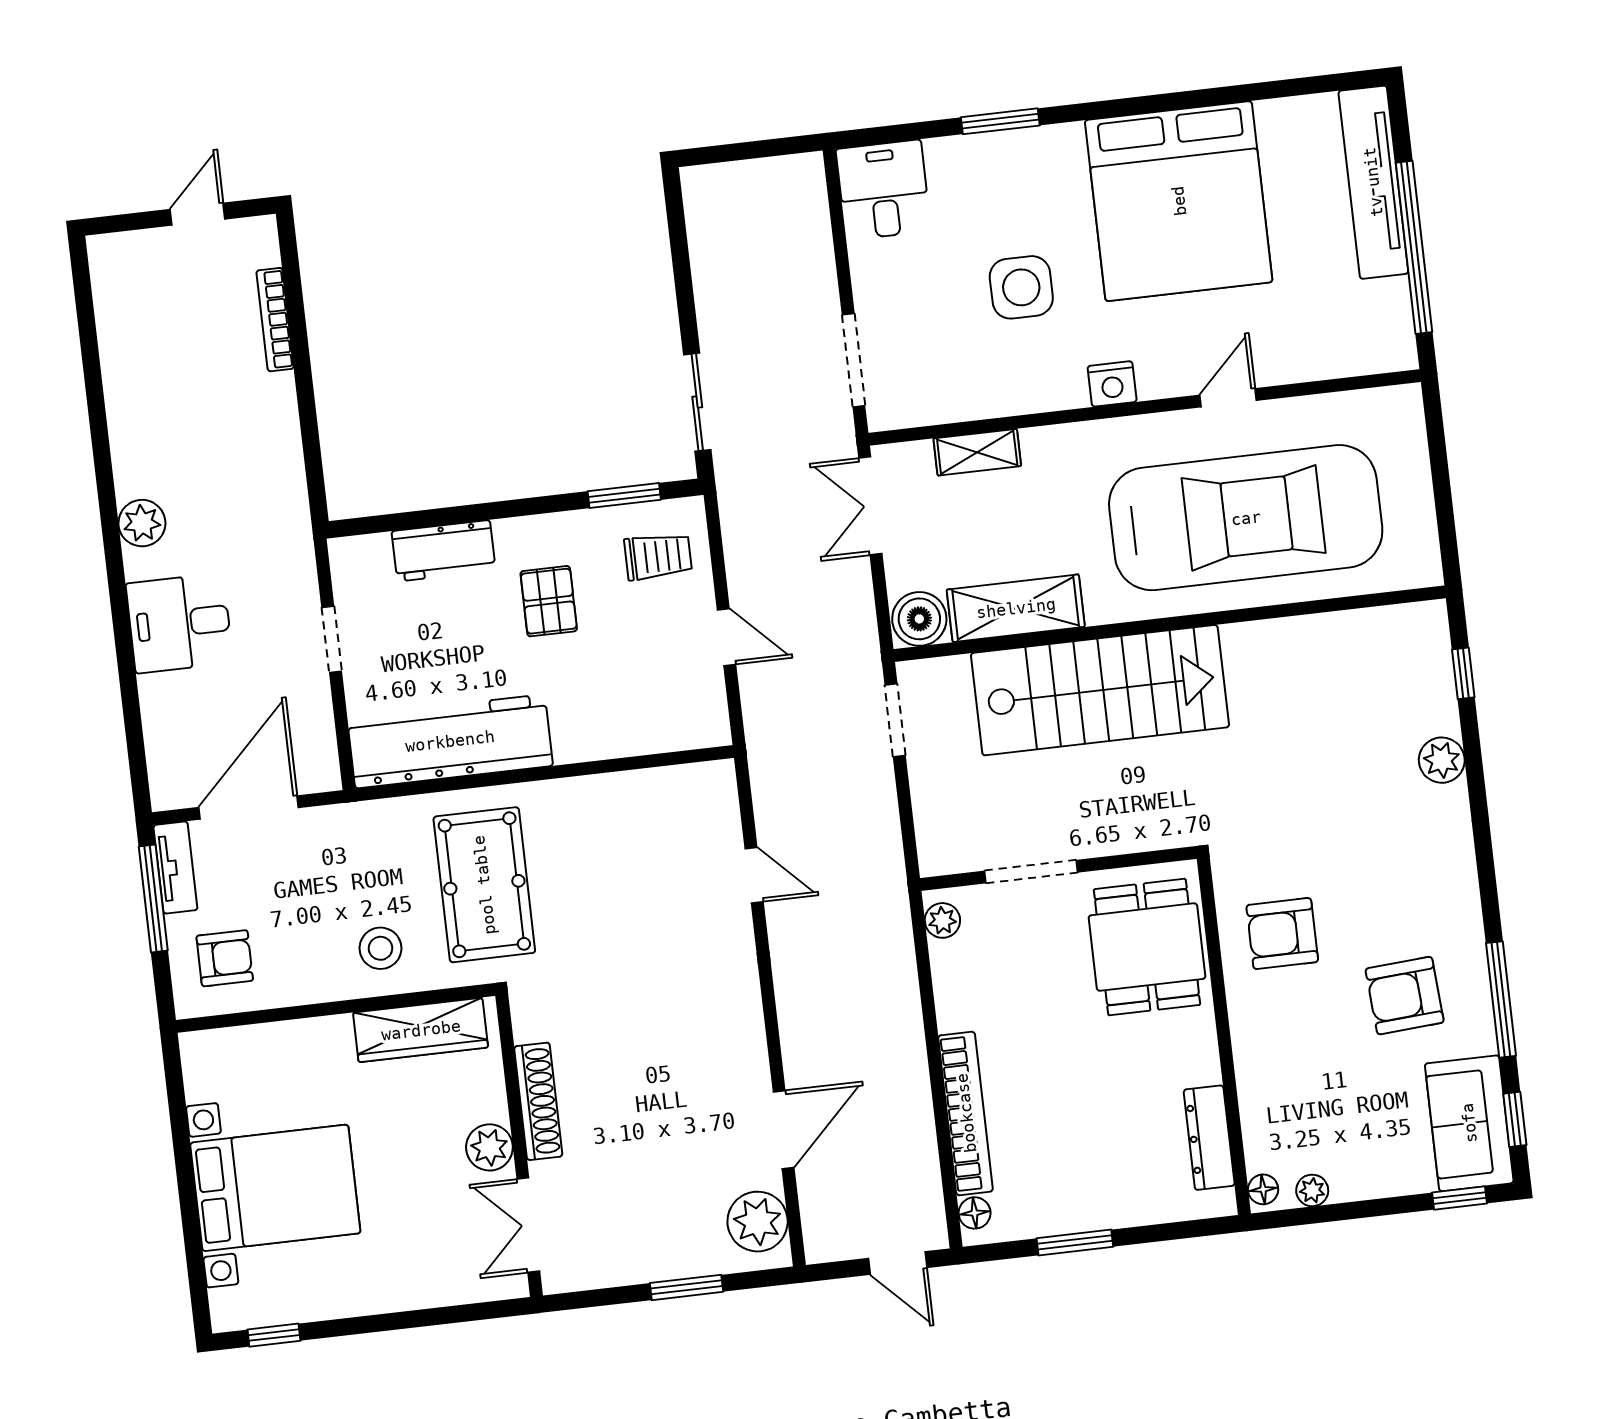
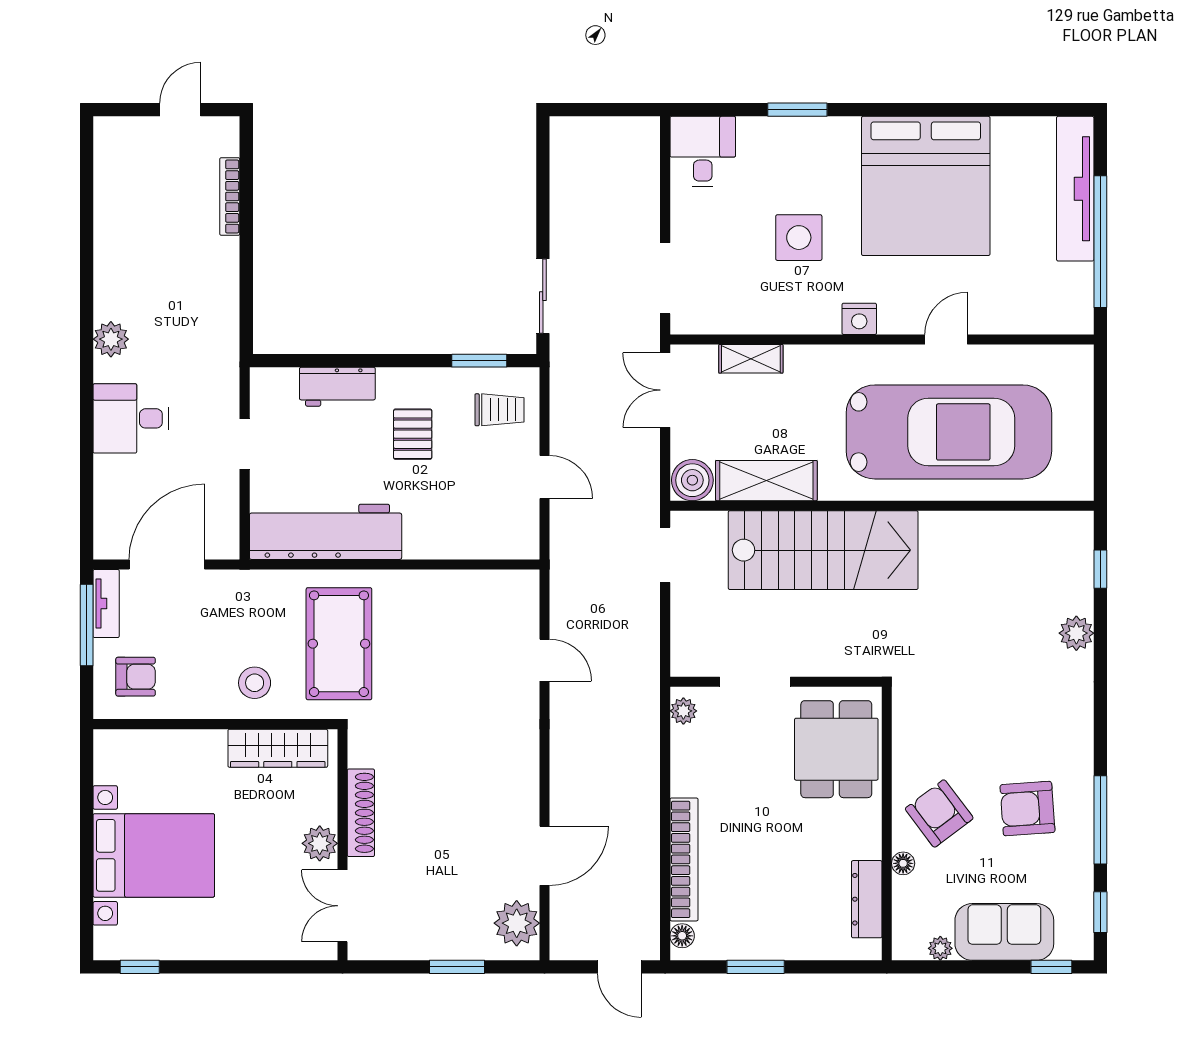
armchair: (1282, 934) -> (939, 813), moved, turned 53
sofa: (1469, 1123) -> (1004, 932), moved, turned 90
floor lamp: (1263, 1189) -> (903, 863), moved

